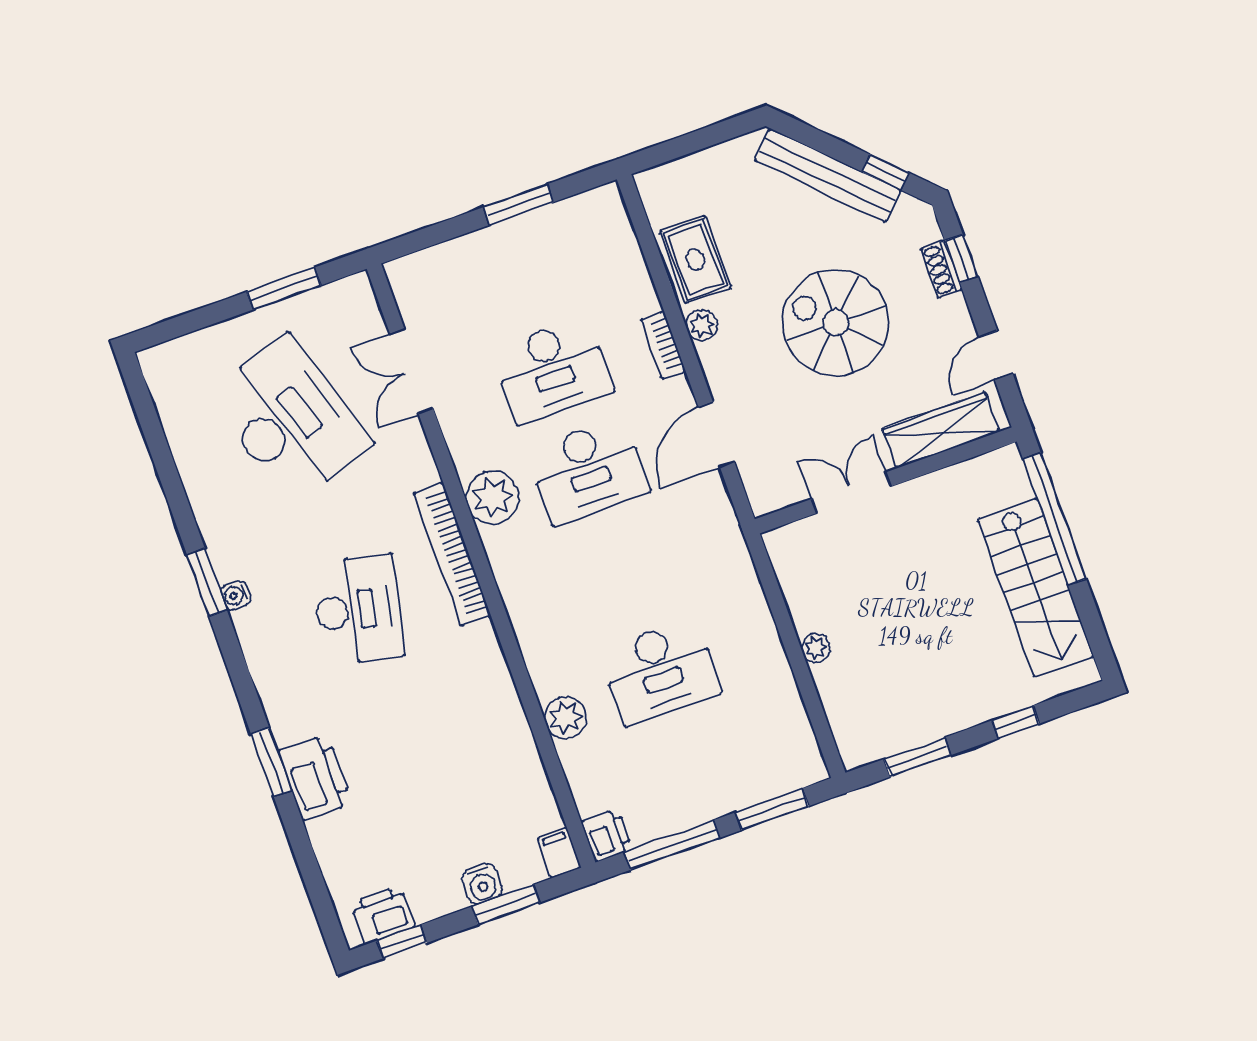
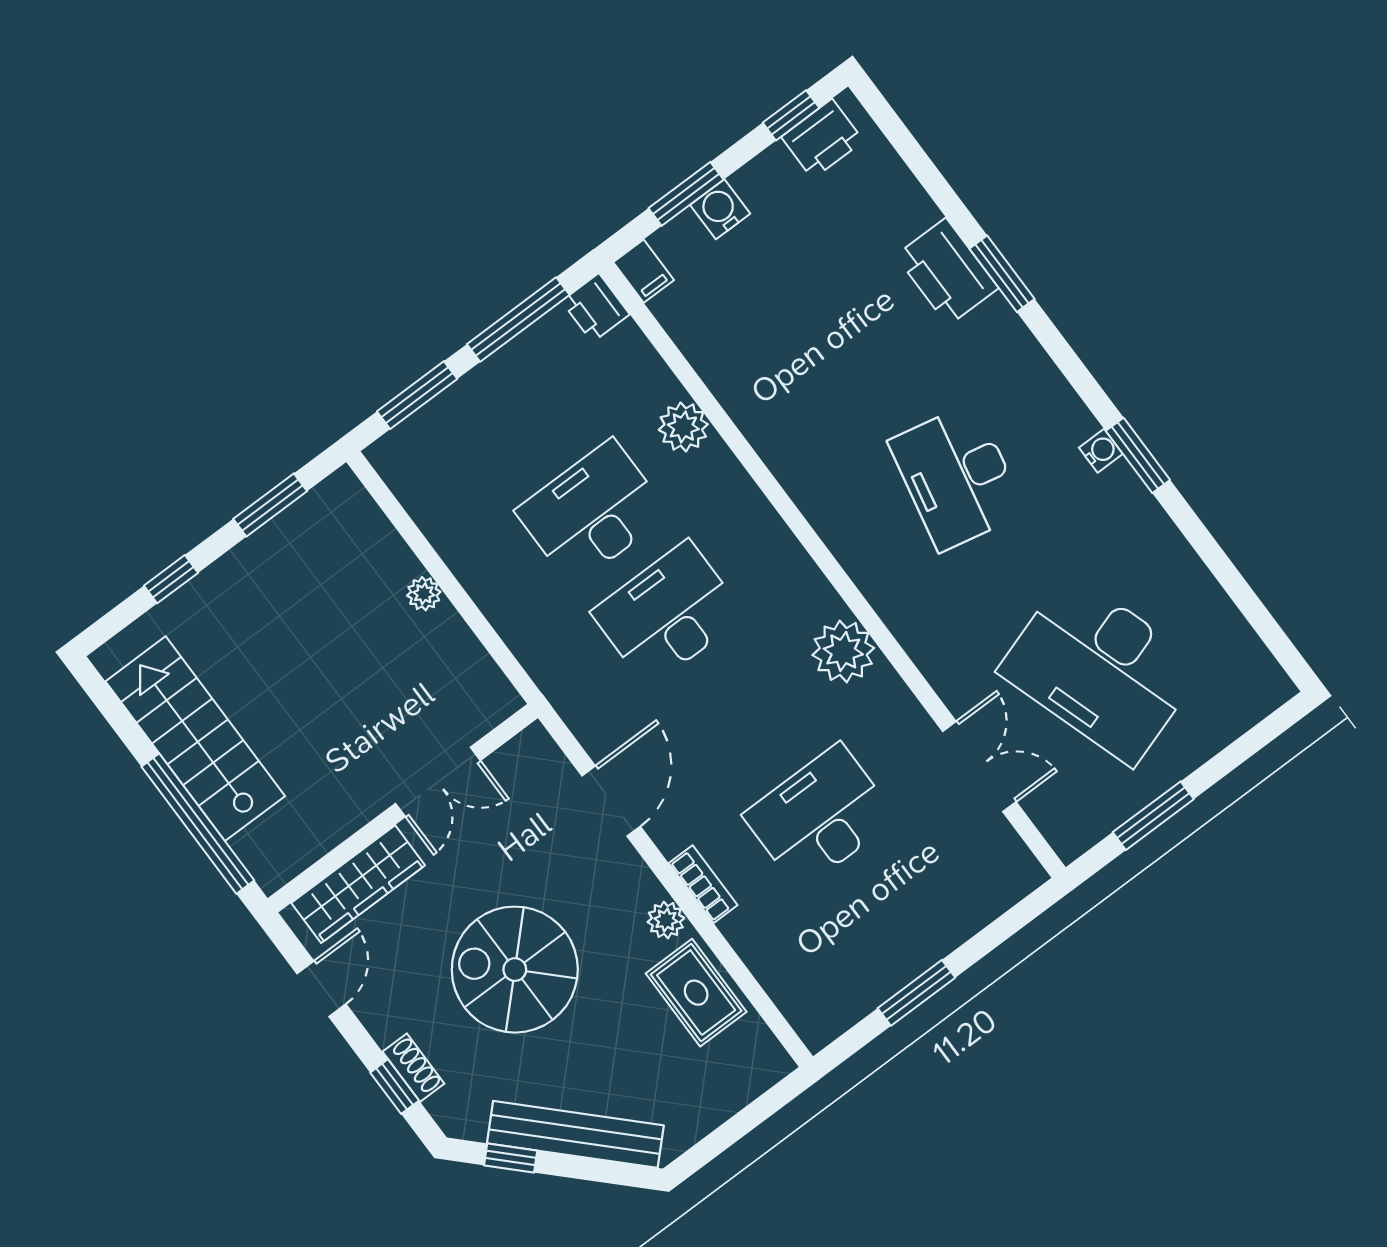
spiral stairs: (836, 323) -> (515, 970), turned 180
desk: (588, 471) -> (668, 614), moved
bookcase: (452, 554) -> (869, 573), removed

